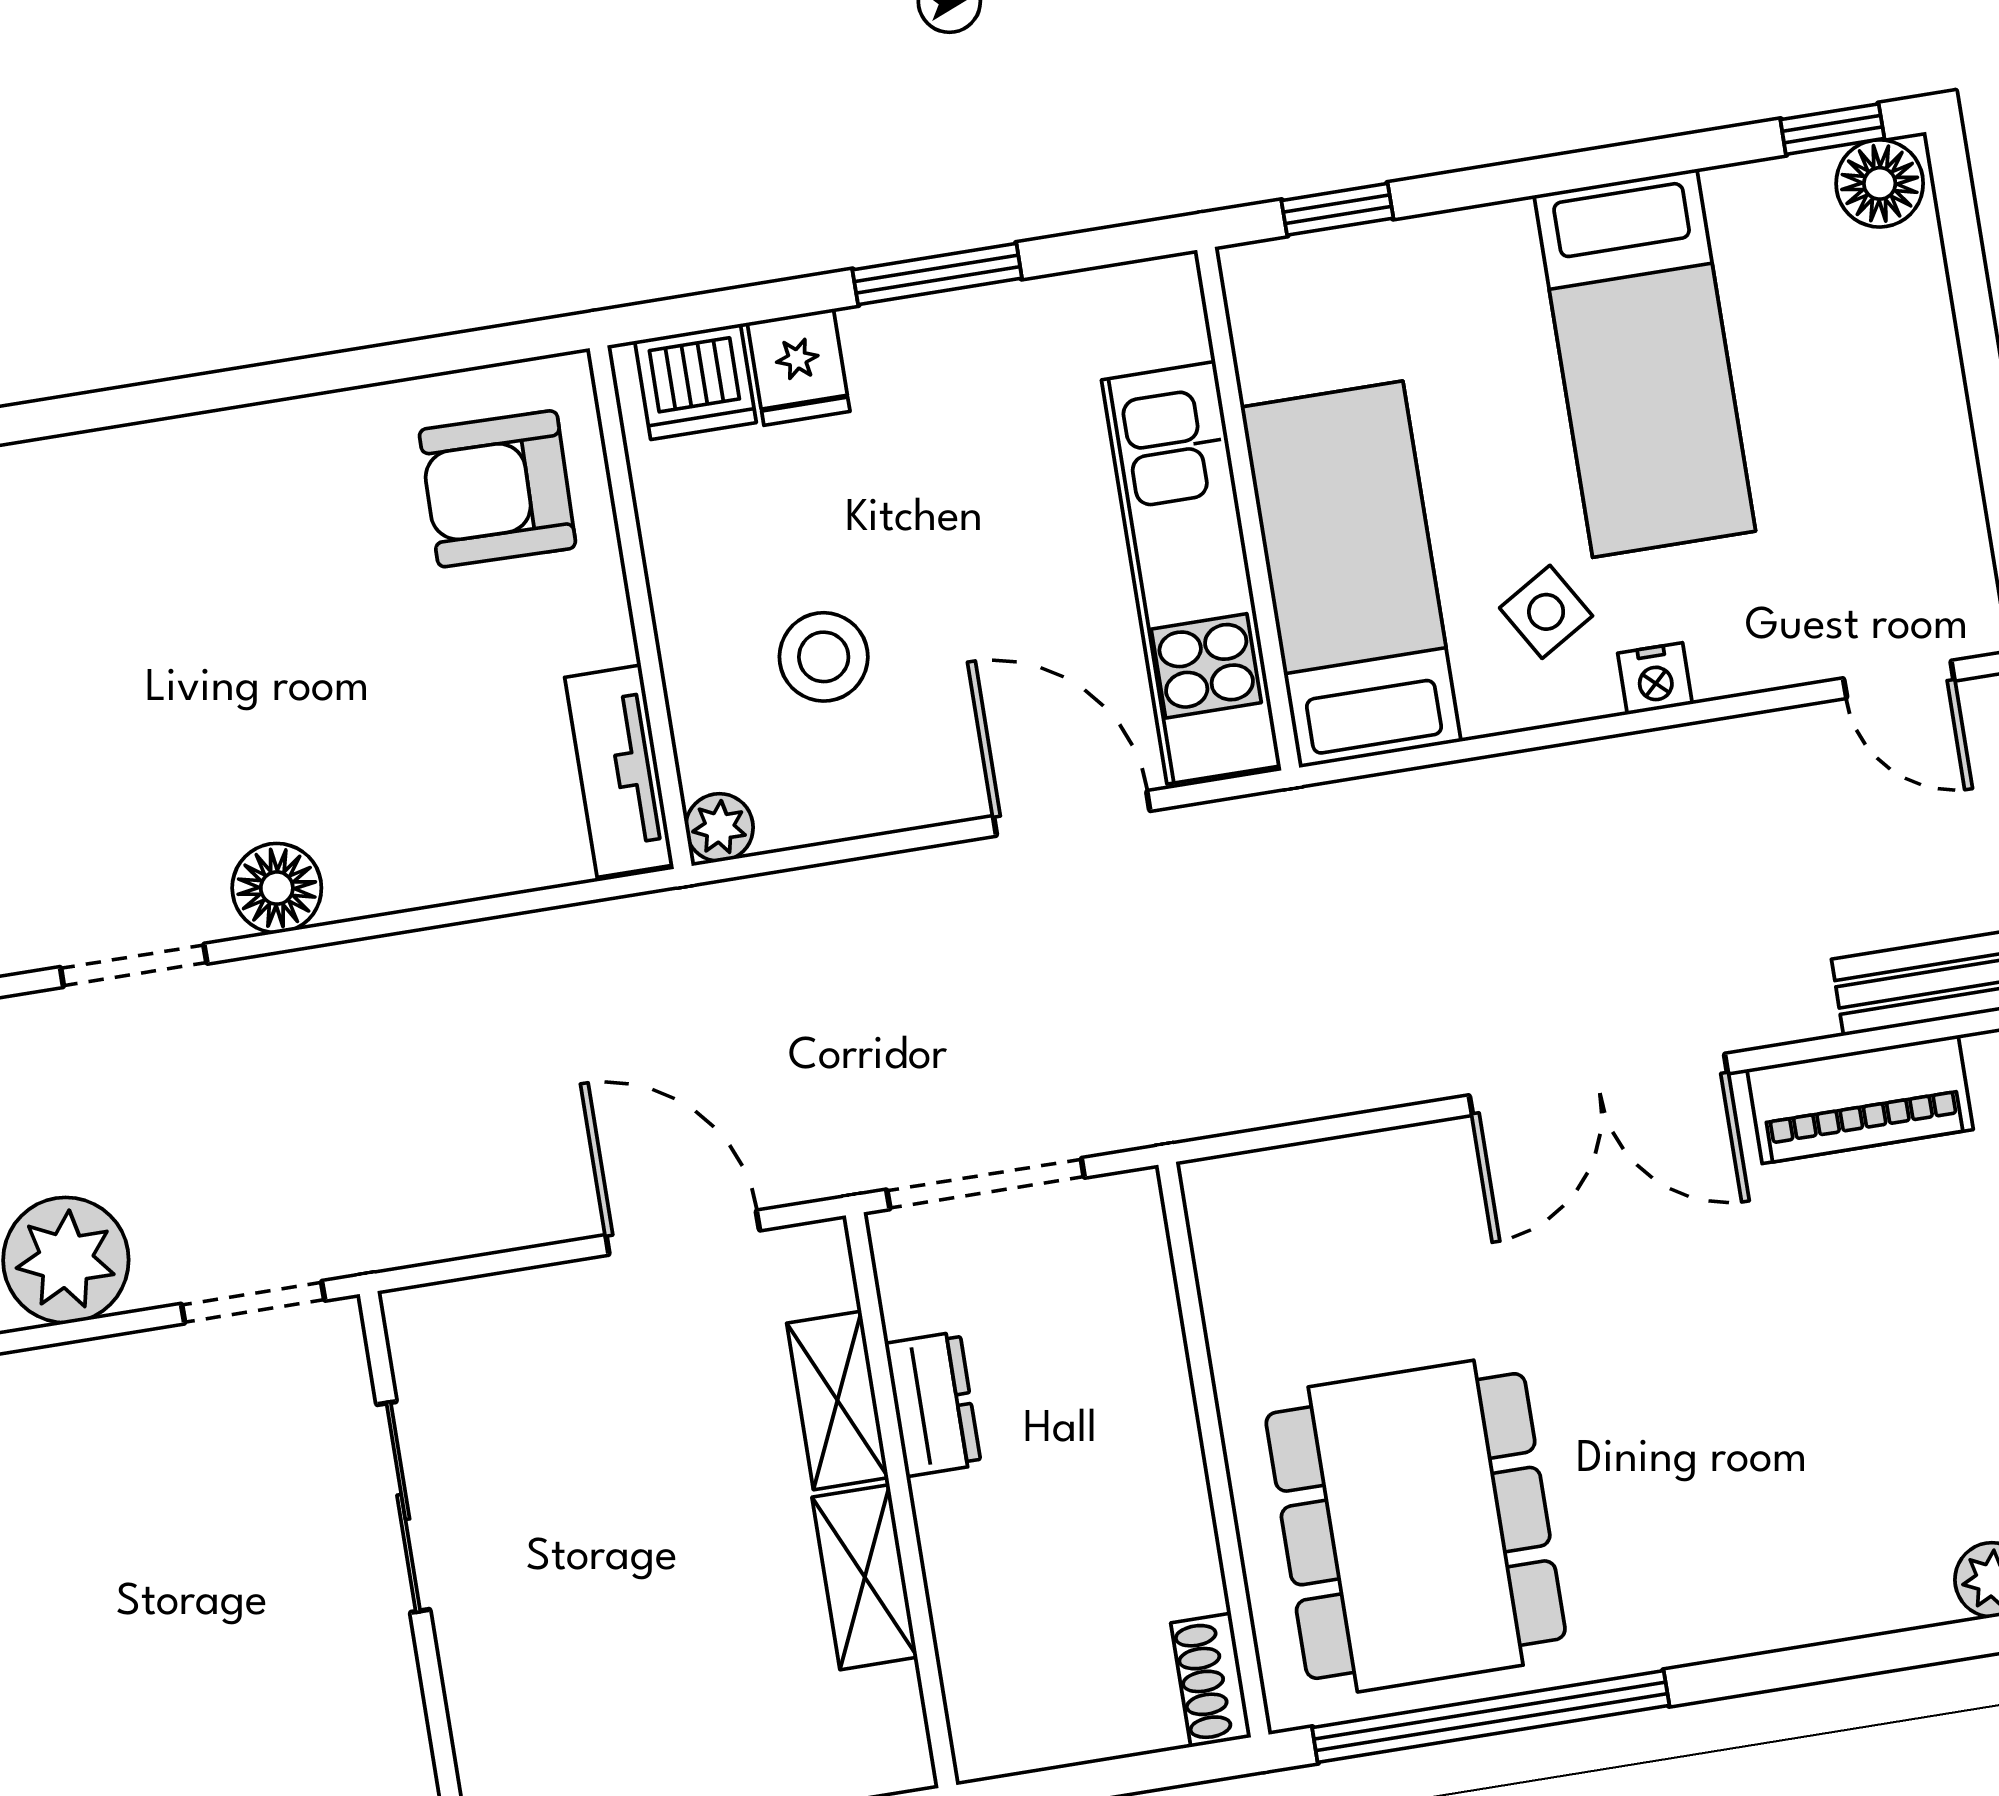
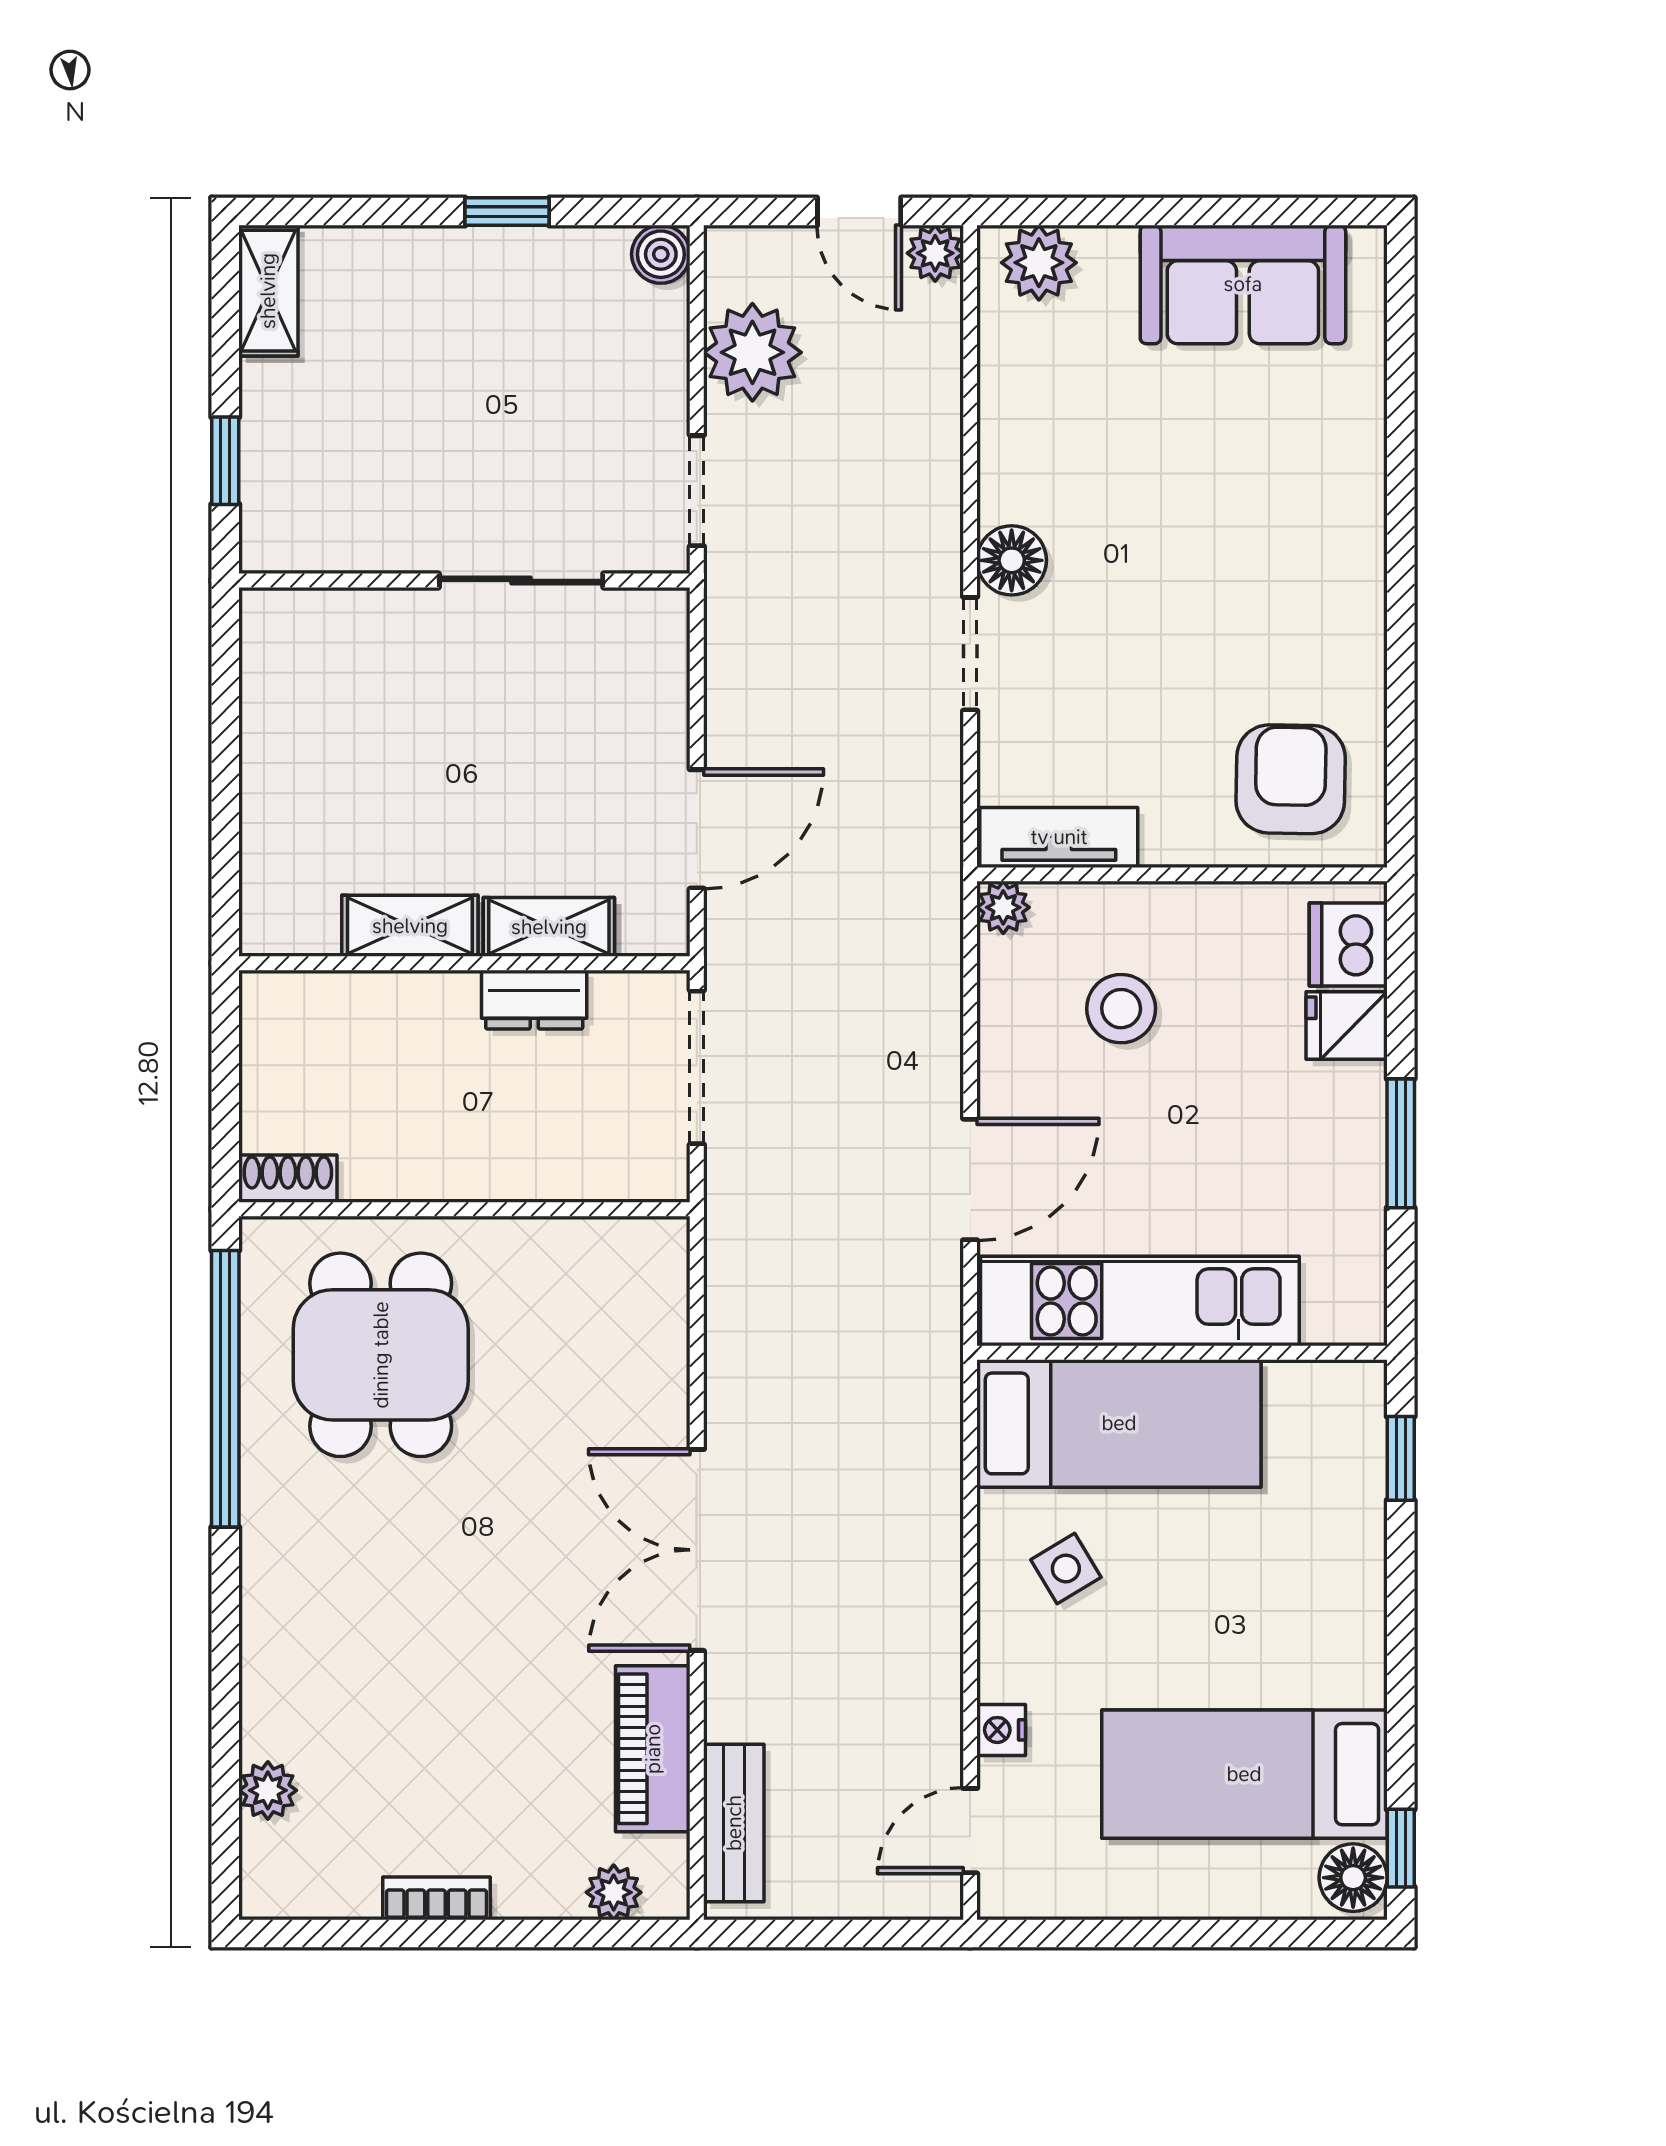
bed: (1645, 363) -> (1244, 1774), moved
nightstand: (1655, 679) -> (1001, 1730), moved
doorway: (134, 965) -> (970, 654), moved
dining table: (1416, 1526) -> (381, 1355), width x0.73

